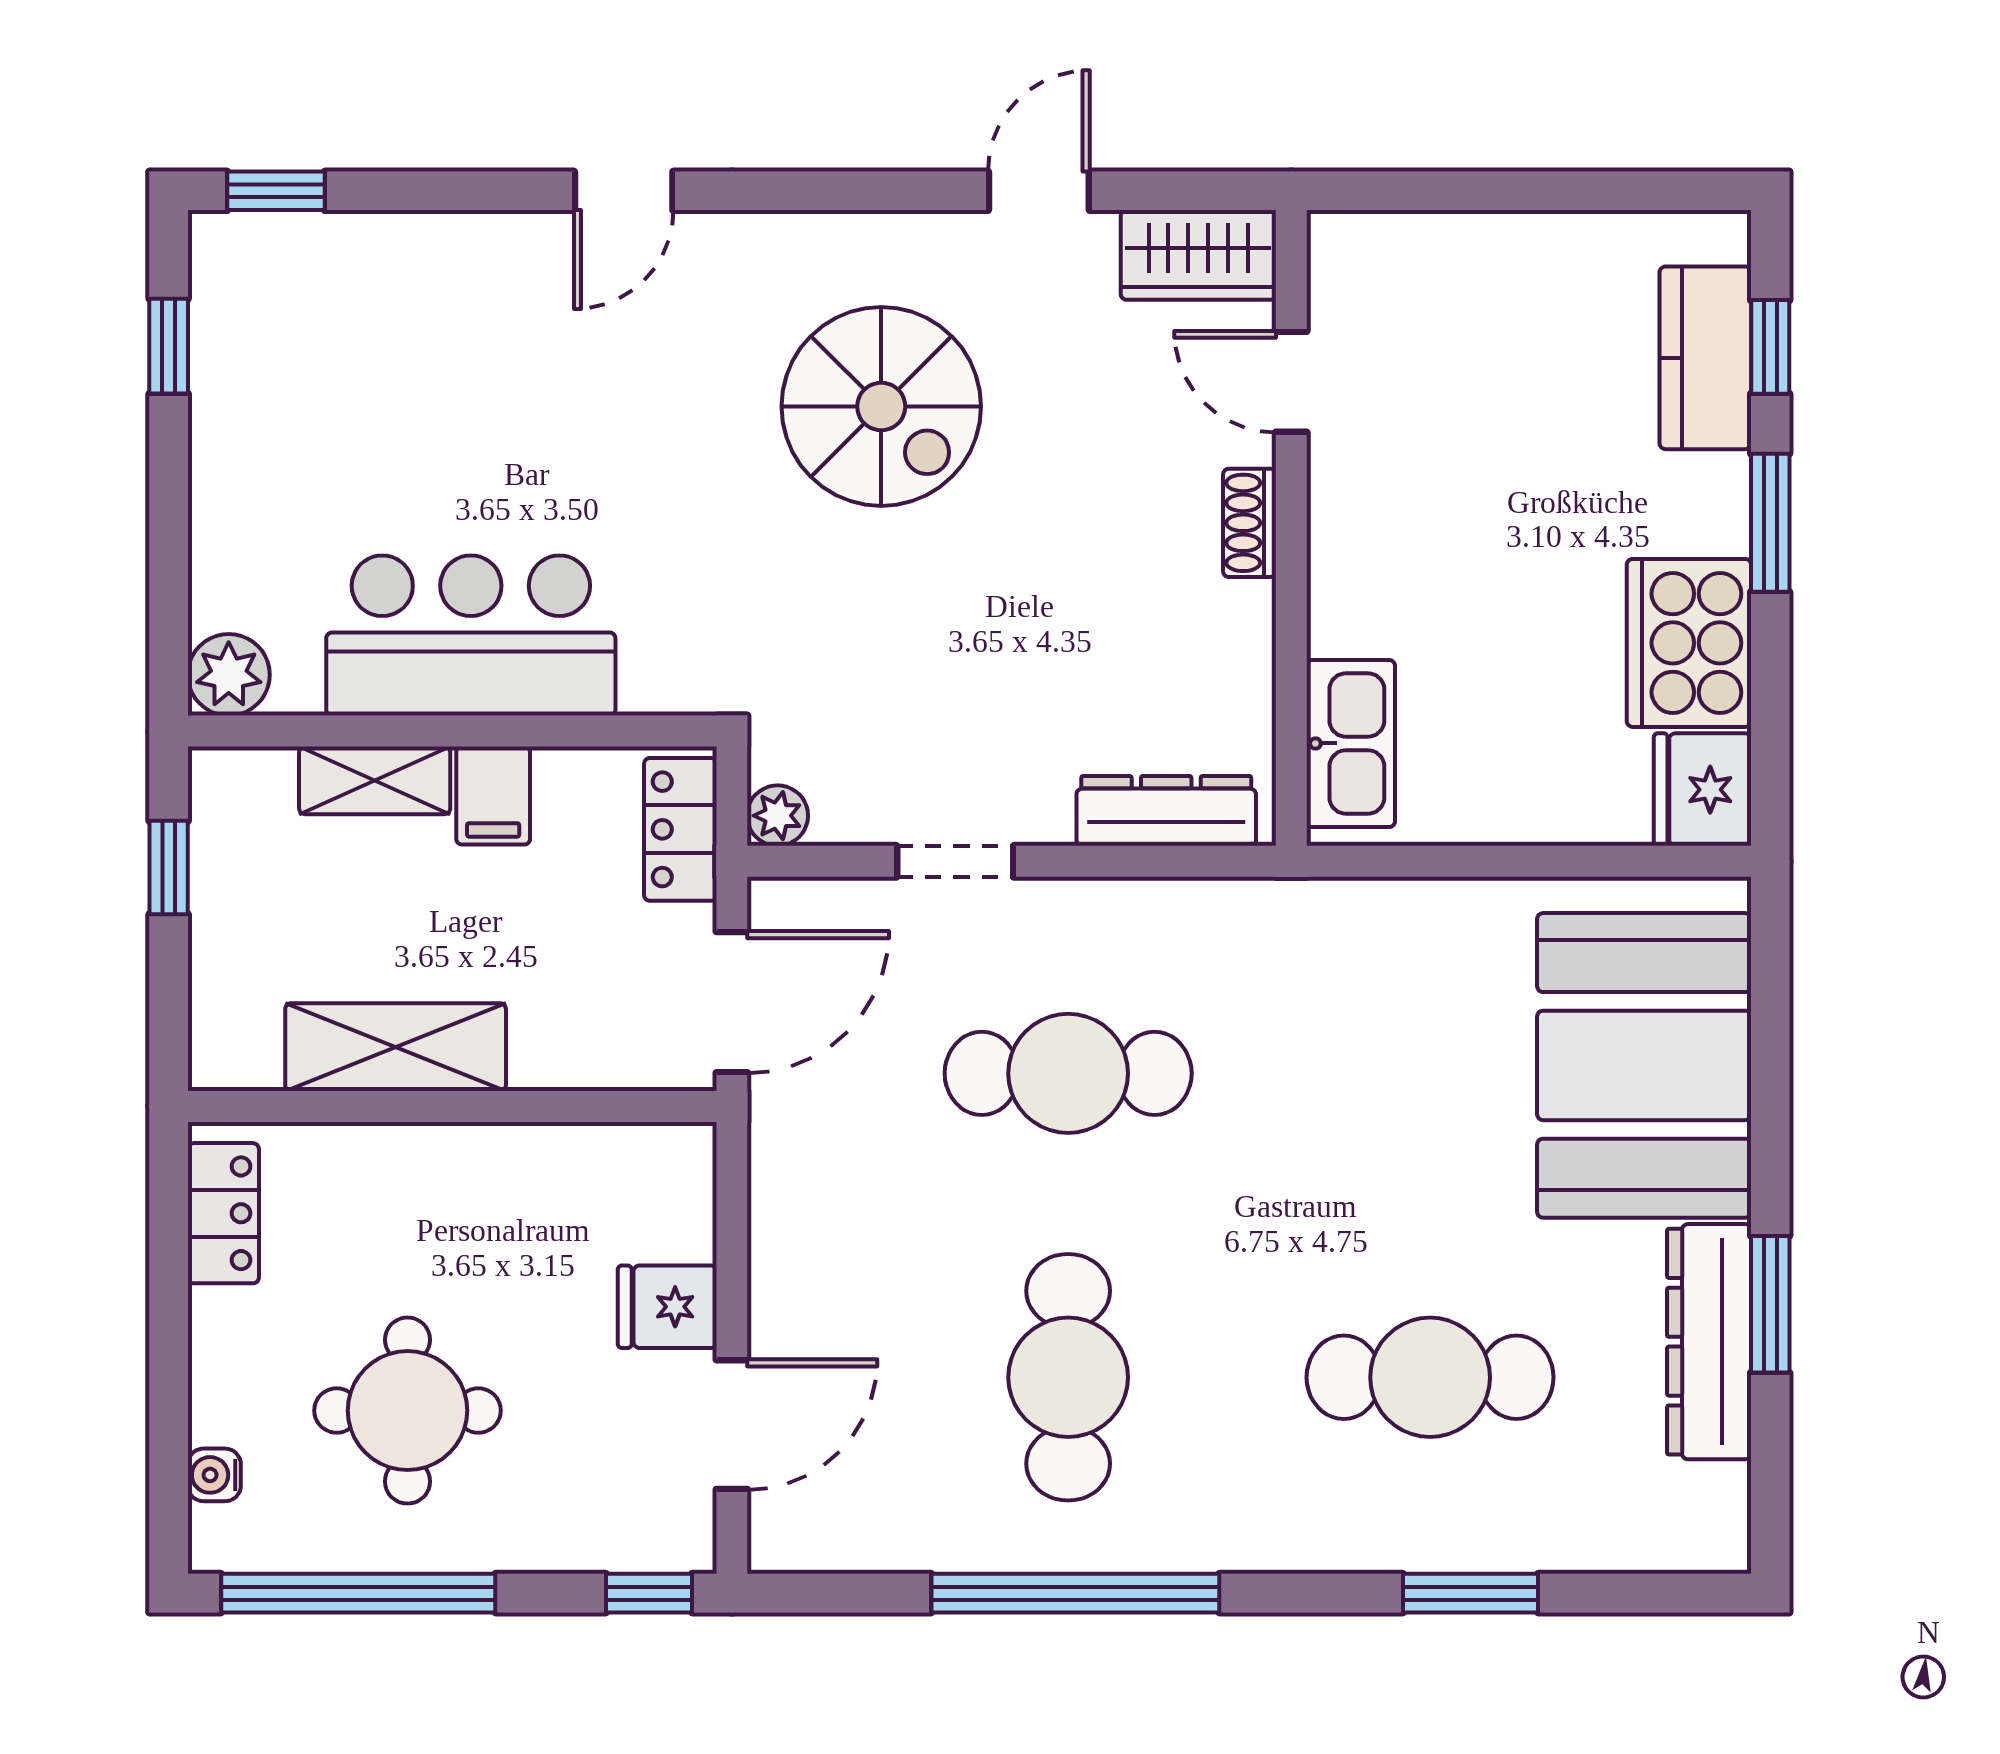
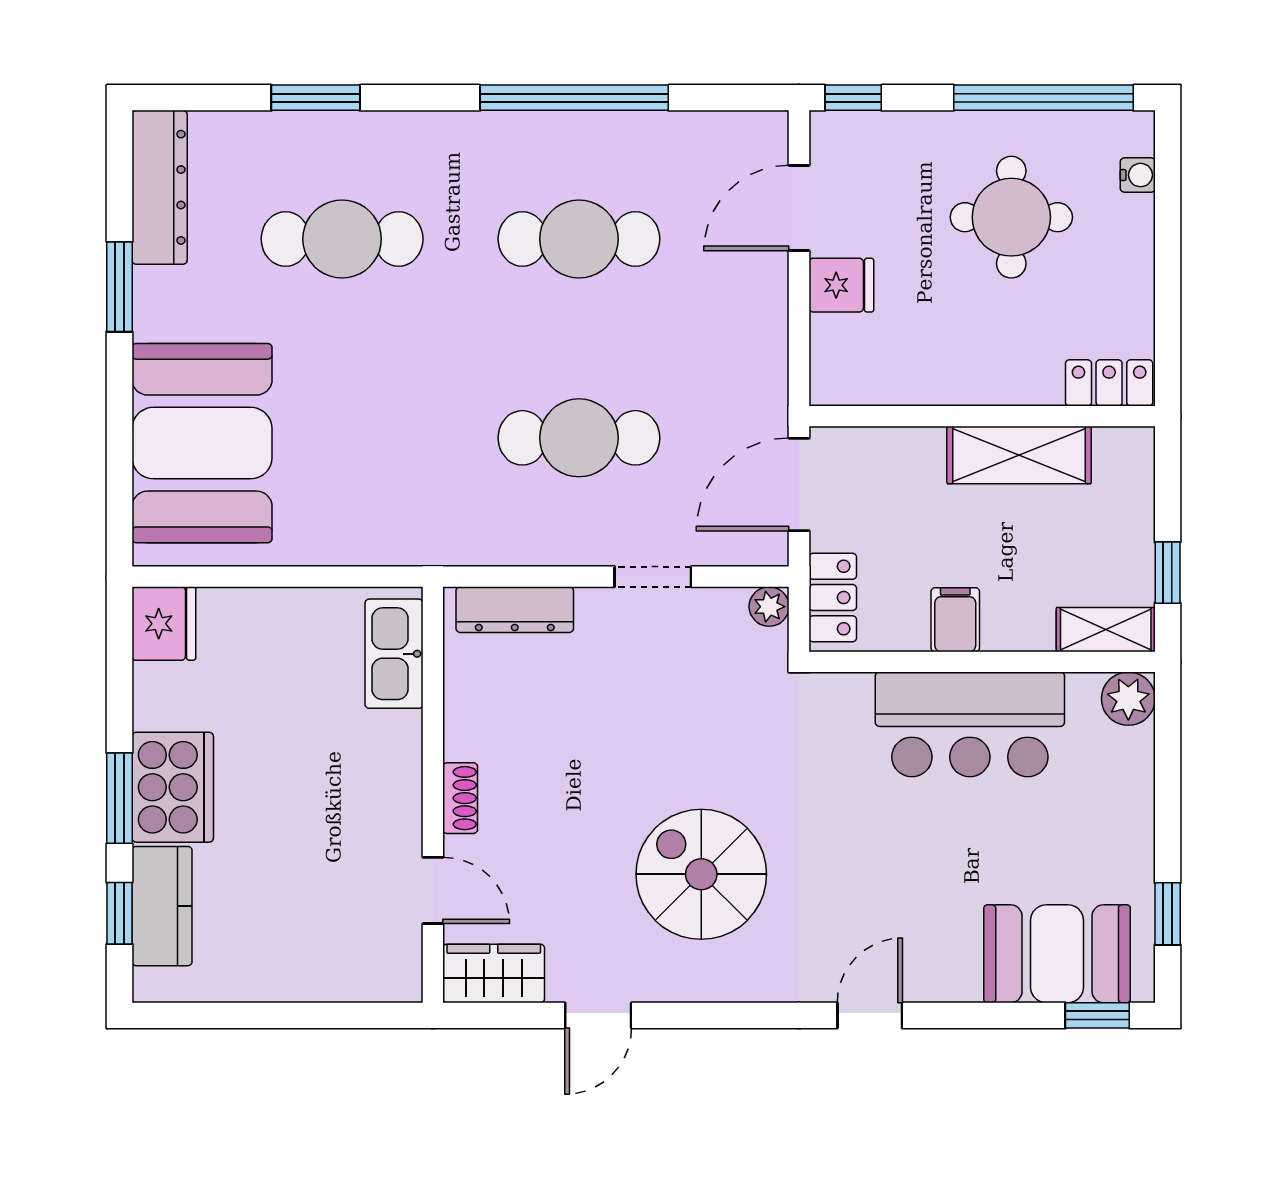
booth: (338, 285) -> (1057, 954), added
cooker: (1689, 643) -> (173, 787), moved
shelving: (375, 780) -> (1106, 630), moved
locker: (223, 1213) -> (1109, 383), moved, turned 90
dresser: (1709, 1342) -> (160, 187), moved
cafe table: (1068, 1377) -> (579, 239), turned 90

